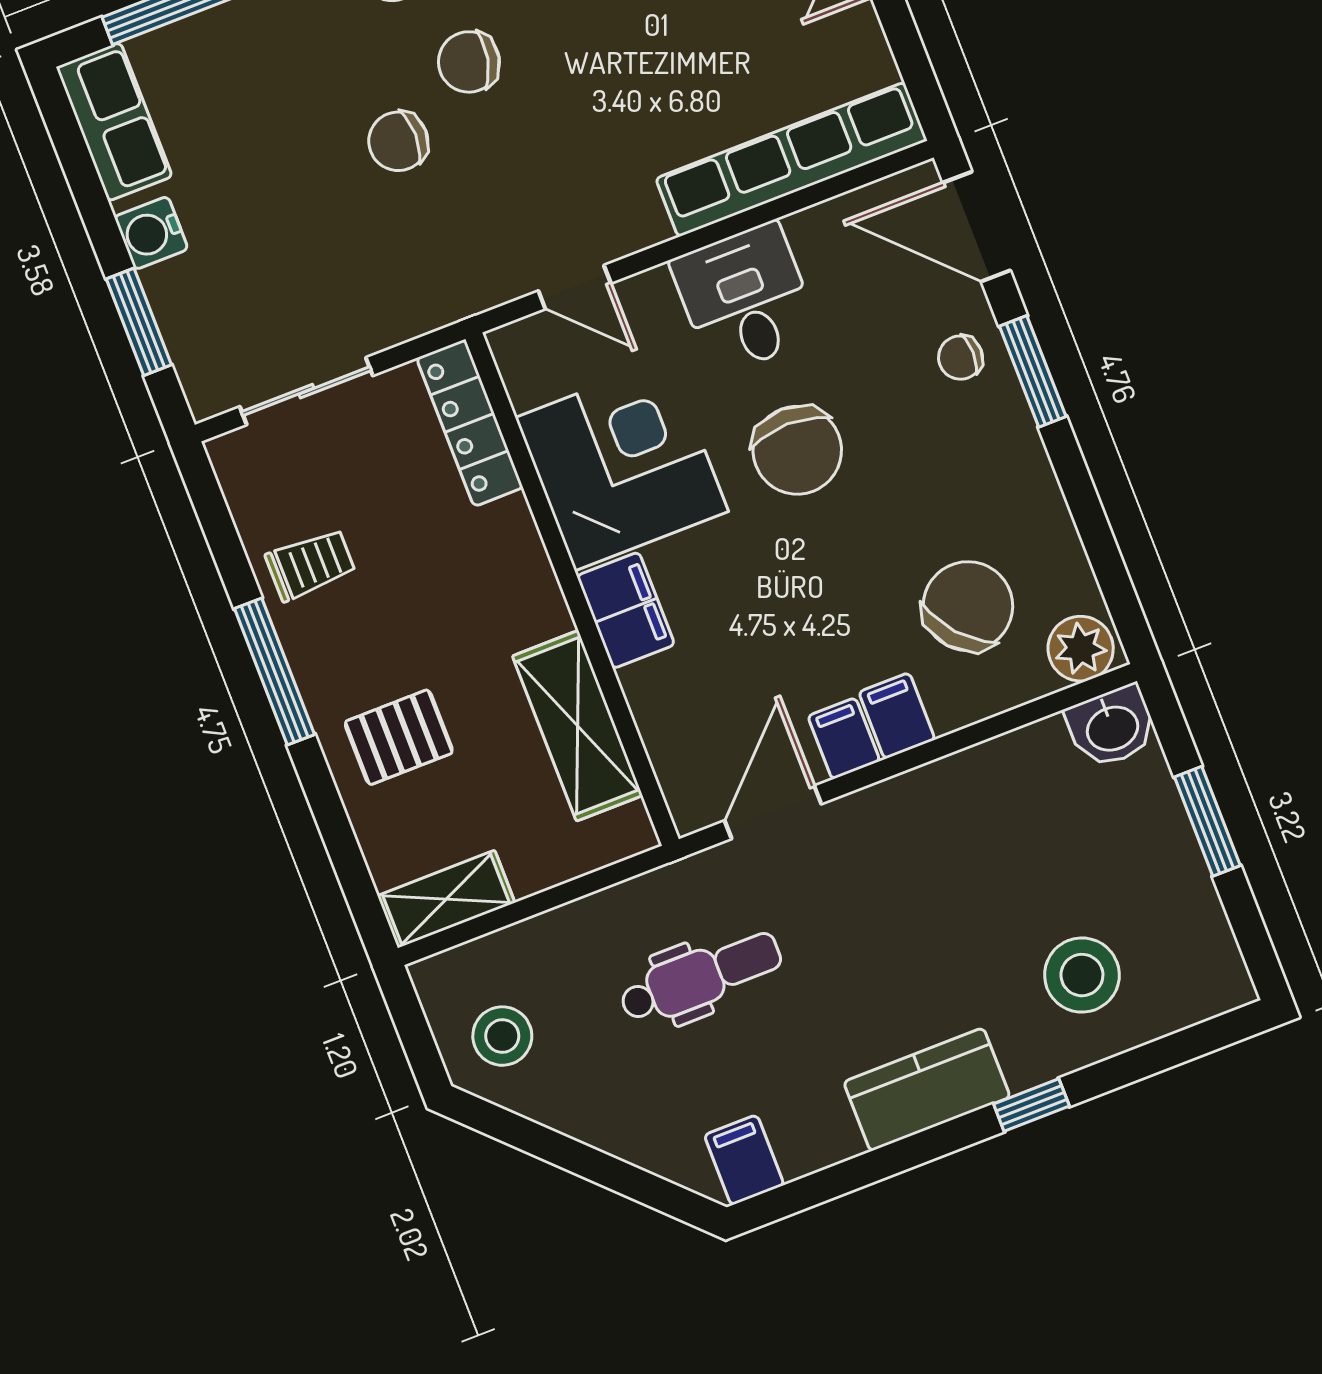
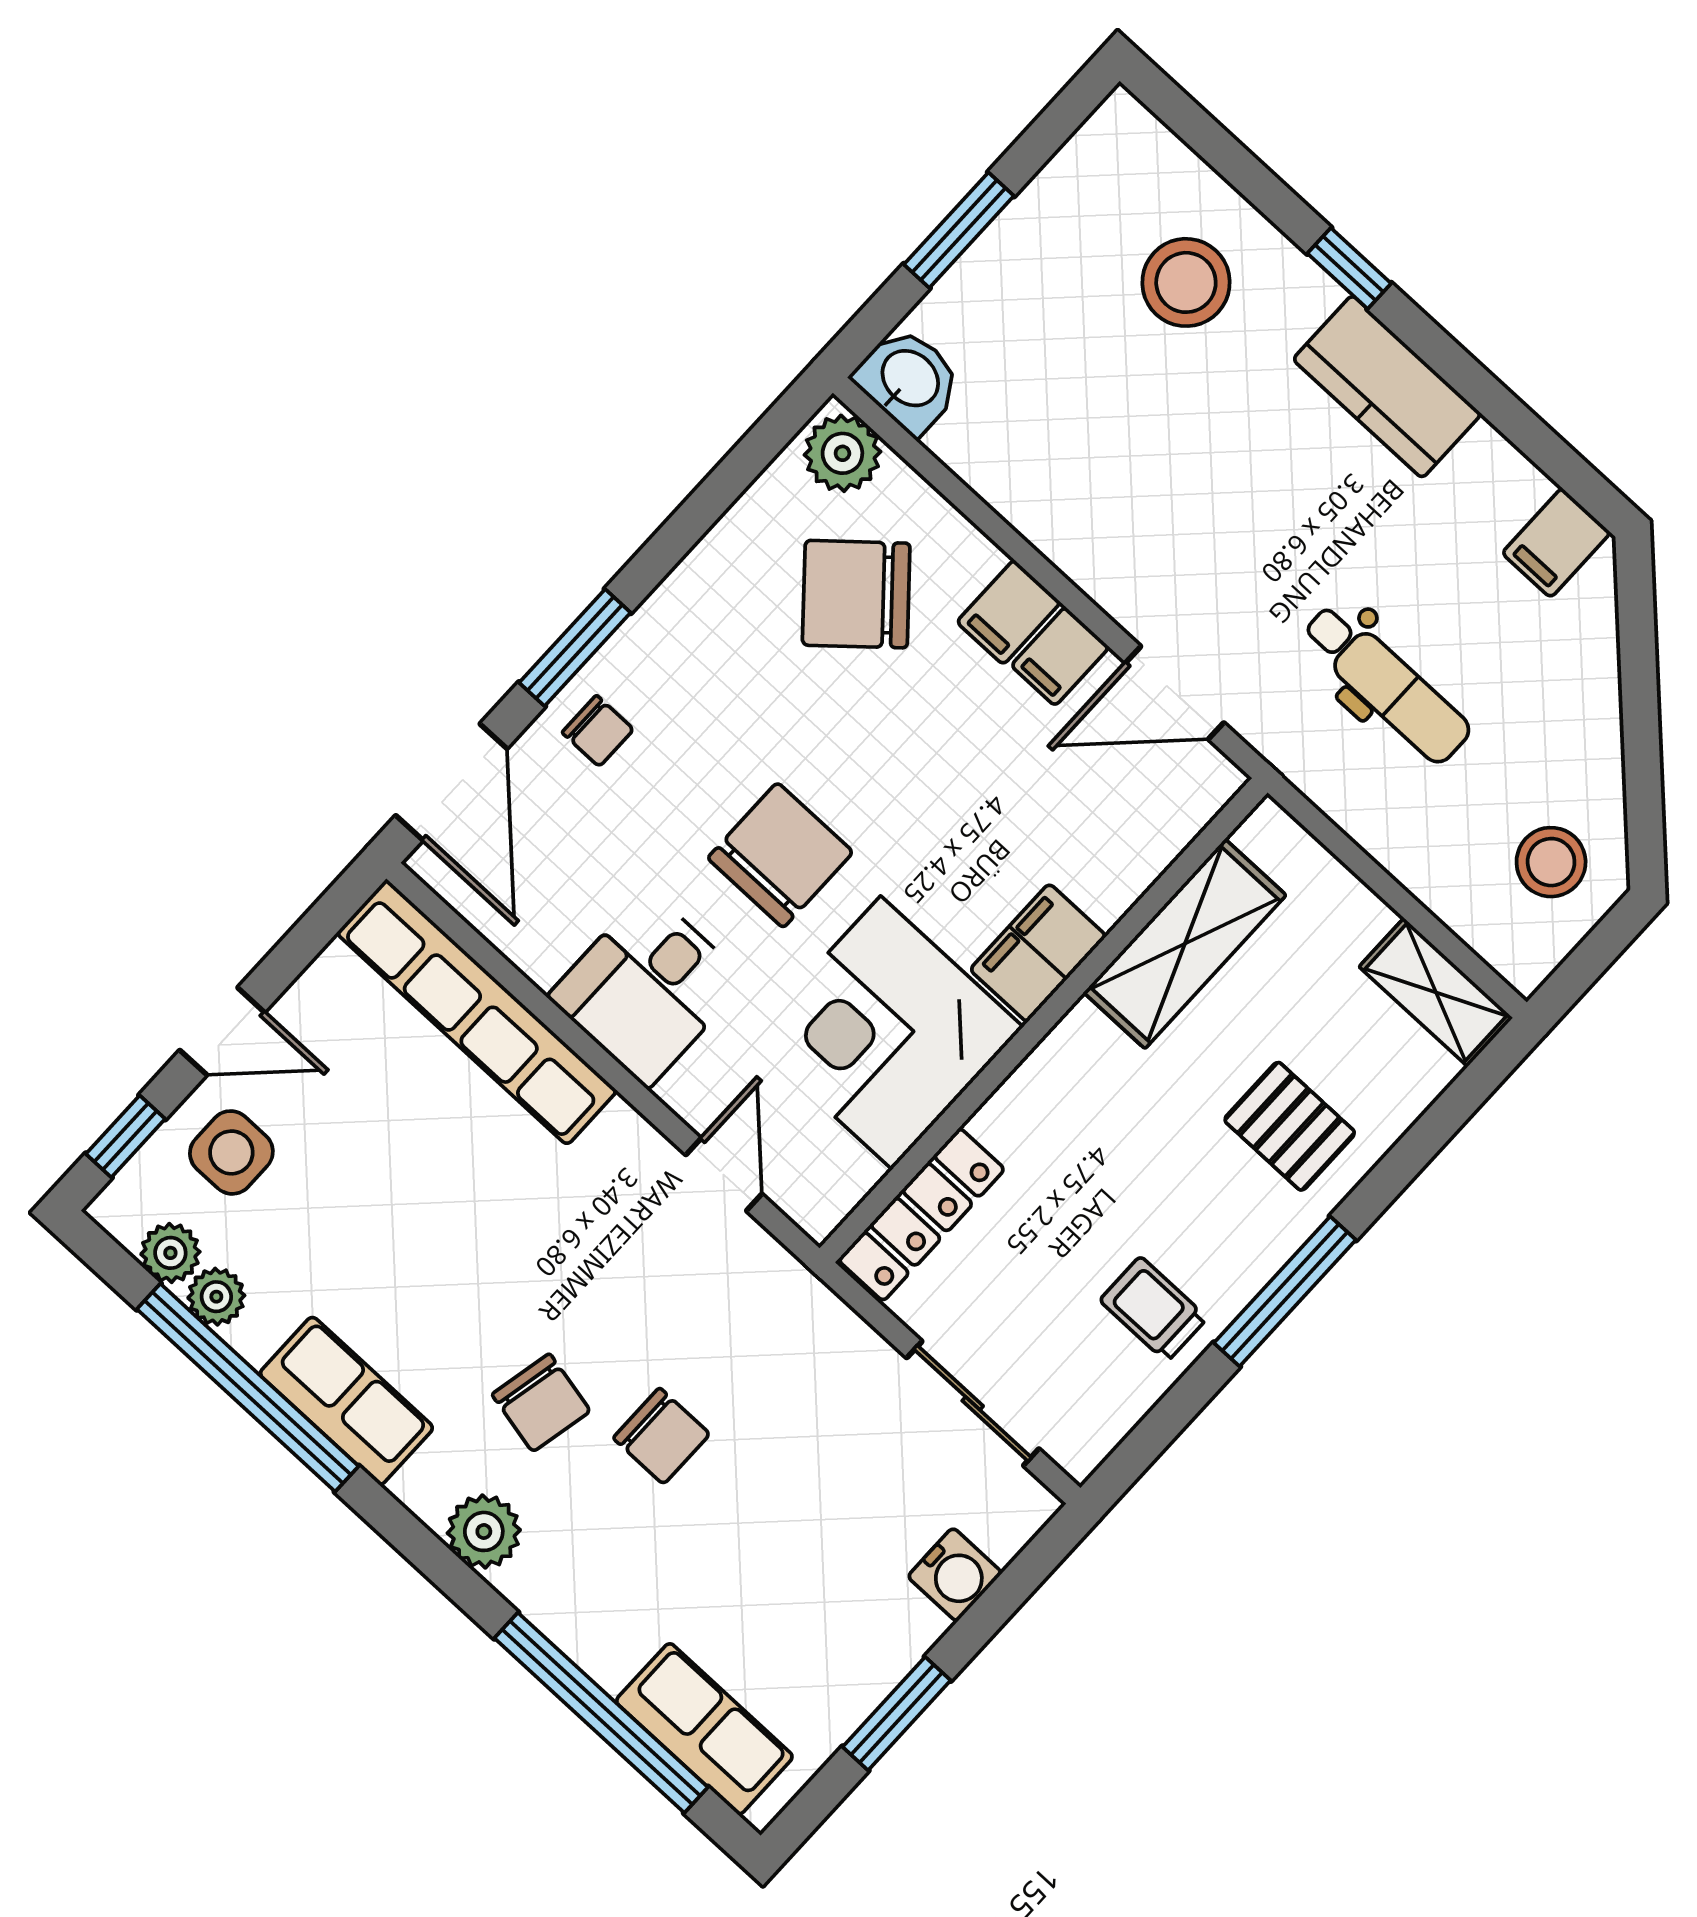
row of seats: (114, 122) -> (704, 1729), moved, turned 90
water cooler: (151, 233) -> (955, 1575), moved
window: (139, 322) -> (897, 1714), moved
dental chair: (701, 977) -> (1386, 683), turned 180

